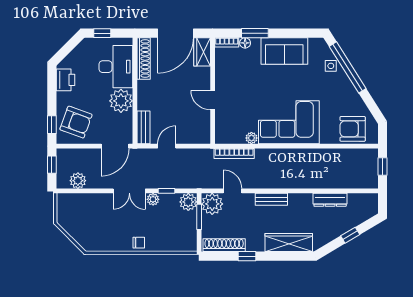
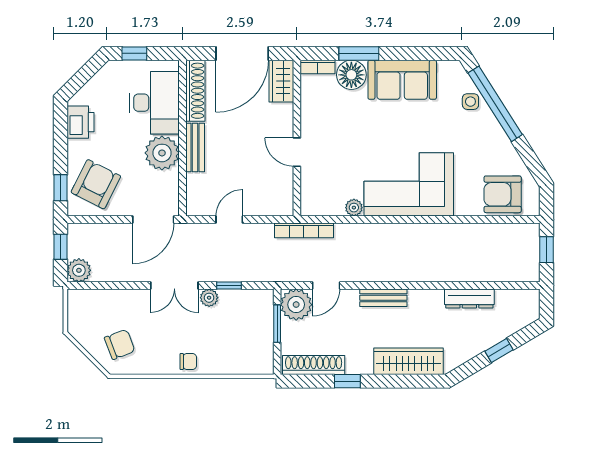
floor lamp: (245, 43) -> (351, 75), width x1.89, depth x1.89
armchair: (76, 122) -> (96, 184), turned -83
bench: (143, 127) -> (195, 148), moved
bookcase: (234, 153) -> (304, 230), moved
plant: (78, 181) -> (79, 270), moved
door: (233, 191) -> (326, 285), swing flipped
plant: (188, 202) -> (261, 302), removed
chair: (92, 231) -> (120, 344), added

